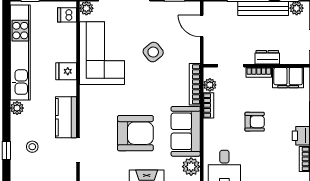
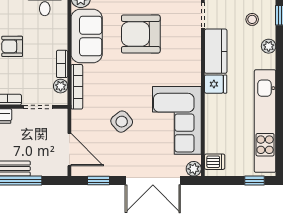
door: (202, 26) -> (69, 150), width x1.38
fridge: (66, 71) -> (216, 84), moved
plant: (17, 108) -> (269, 46), moved

